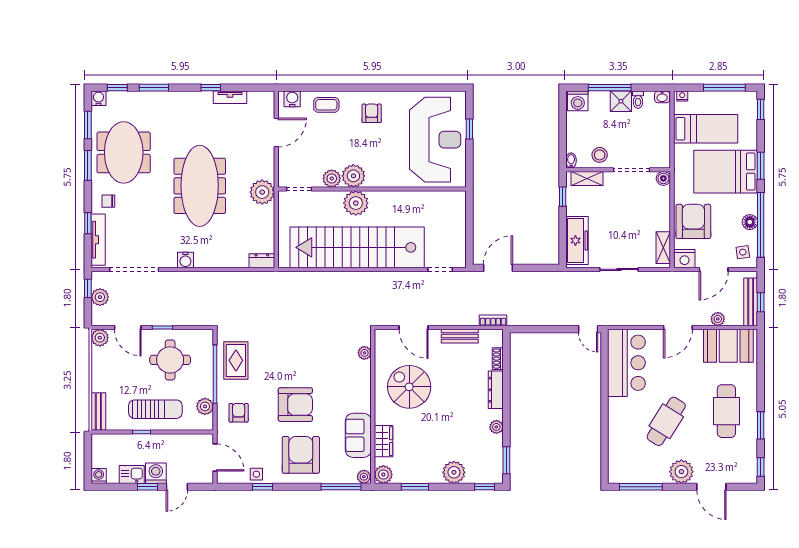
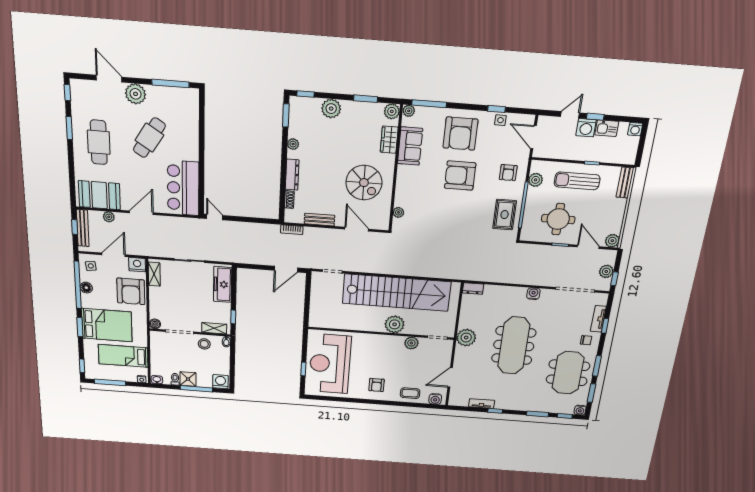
plant: (353, 176) -> (394, 344), removed
tv unit: (98, 240) -> (598, 319), width x0.71

